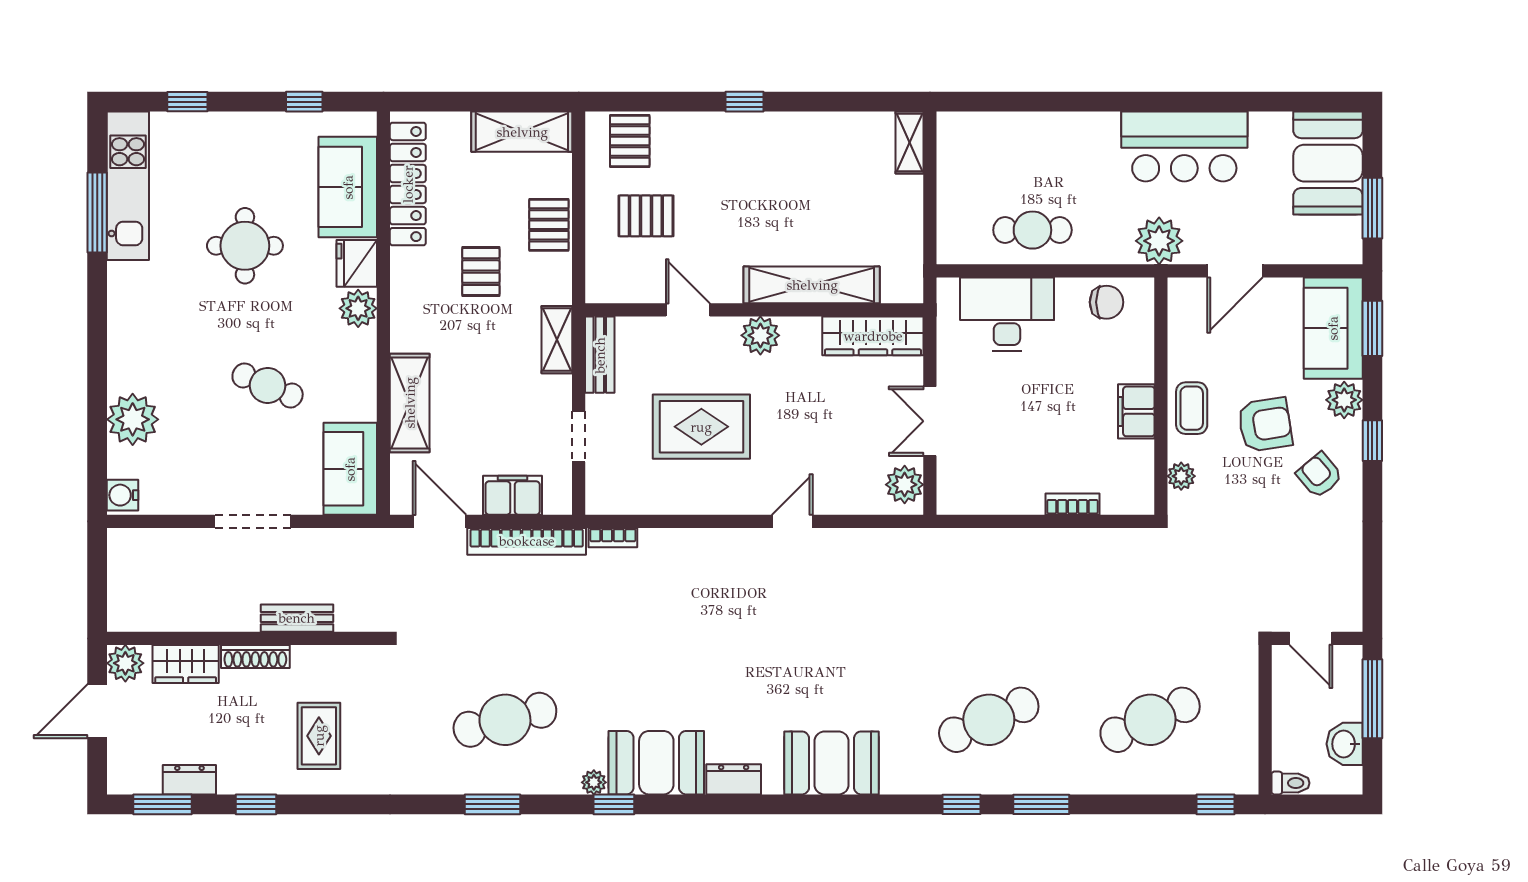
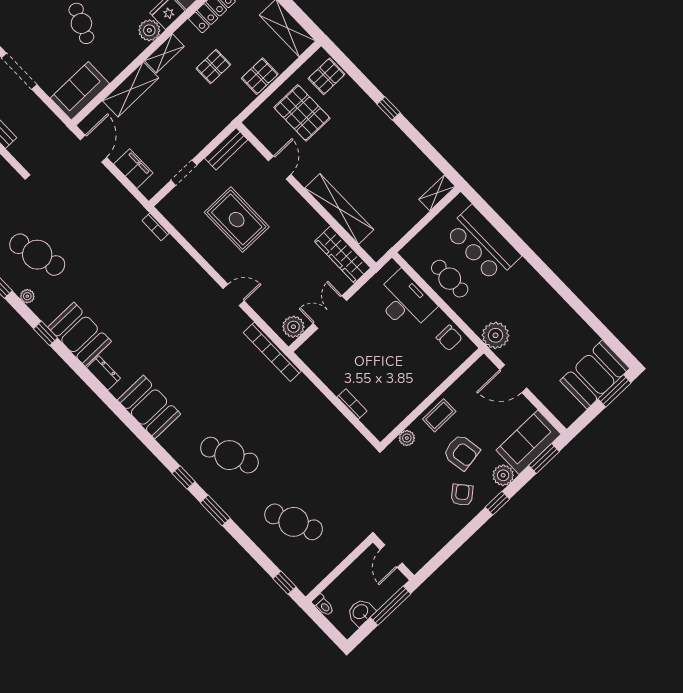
bar counter: (1184, 147) -> (483, 244), moved
window: (1372, 208) -> (615, 391), moved
pallet: (646, 216) -> (302, 113), width x1.50, depth x1.42
plant: (760, 335) -> (298, 208), removed
shelving: (557, 340) -> (164, 53), moved
filing cabinet: (1136, 411) -> (416, 394), removed
bookcase: (527, 541) -> (272, 352), moved
plant: (594, 782) -> (27, 296), moved

